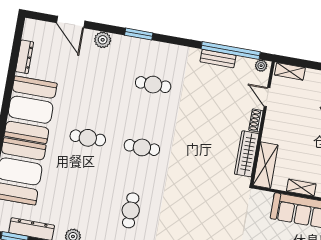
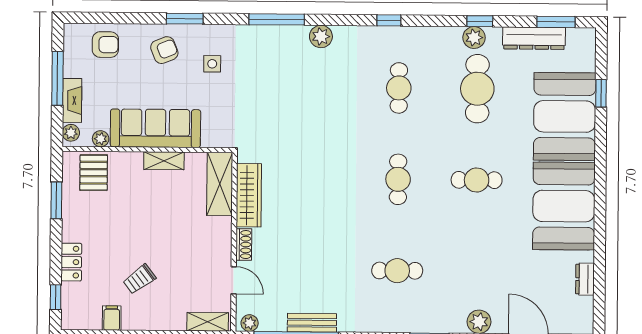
dresser: (25, 57) -> (585, 279), width x0.70
cafe table: (142, 147) -> (398, 179), turned 90
cafe table: (77, 201) -> (477, 89), added

